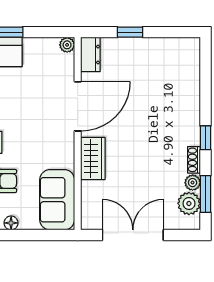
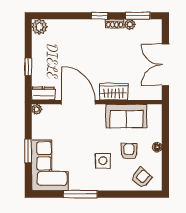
sofa: (57, 200) -> (126, 116), moved
plant: (189, 203) -> (39, 27), moved

